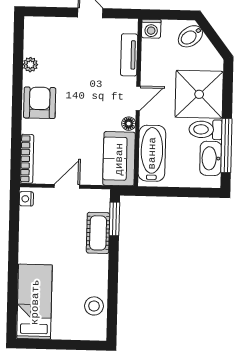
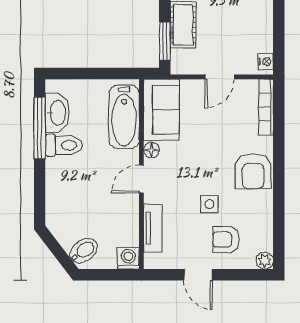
armchair: (65, 43) -> (226, 240), added
plant: (30, 65) -> (265, 261), moved
side table: (79, 75) -> (209, 204), added
shower: (199, 94) -> (72, 185), removed

